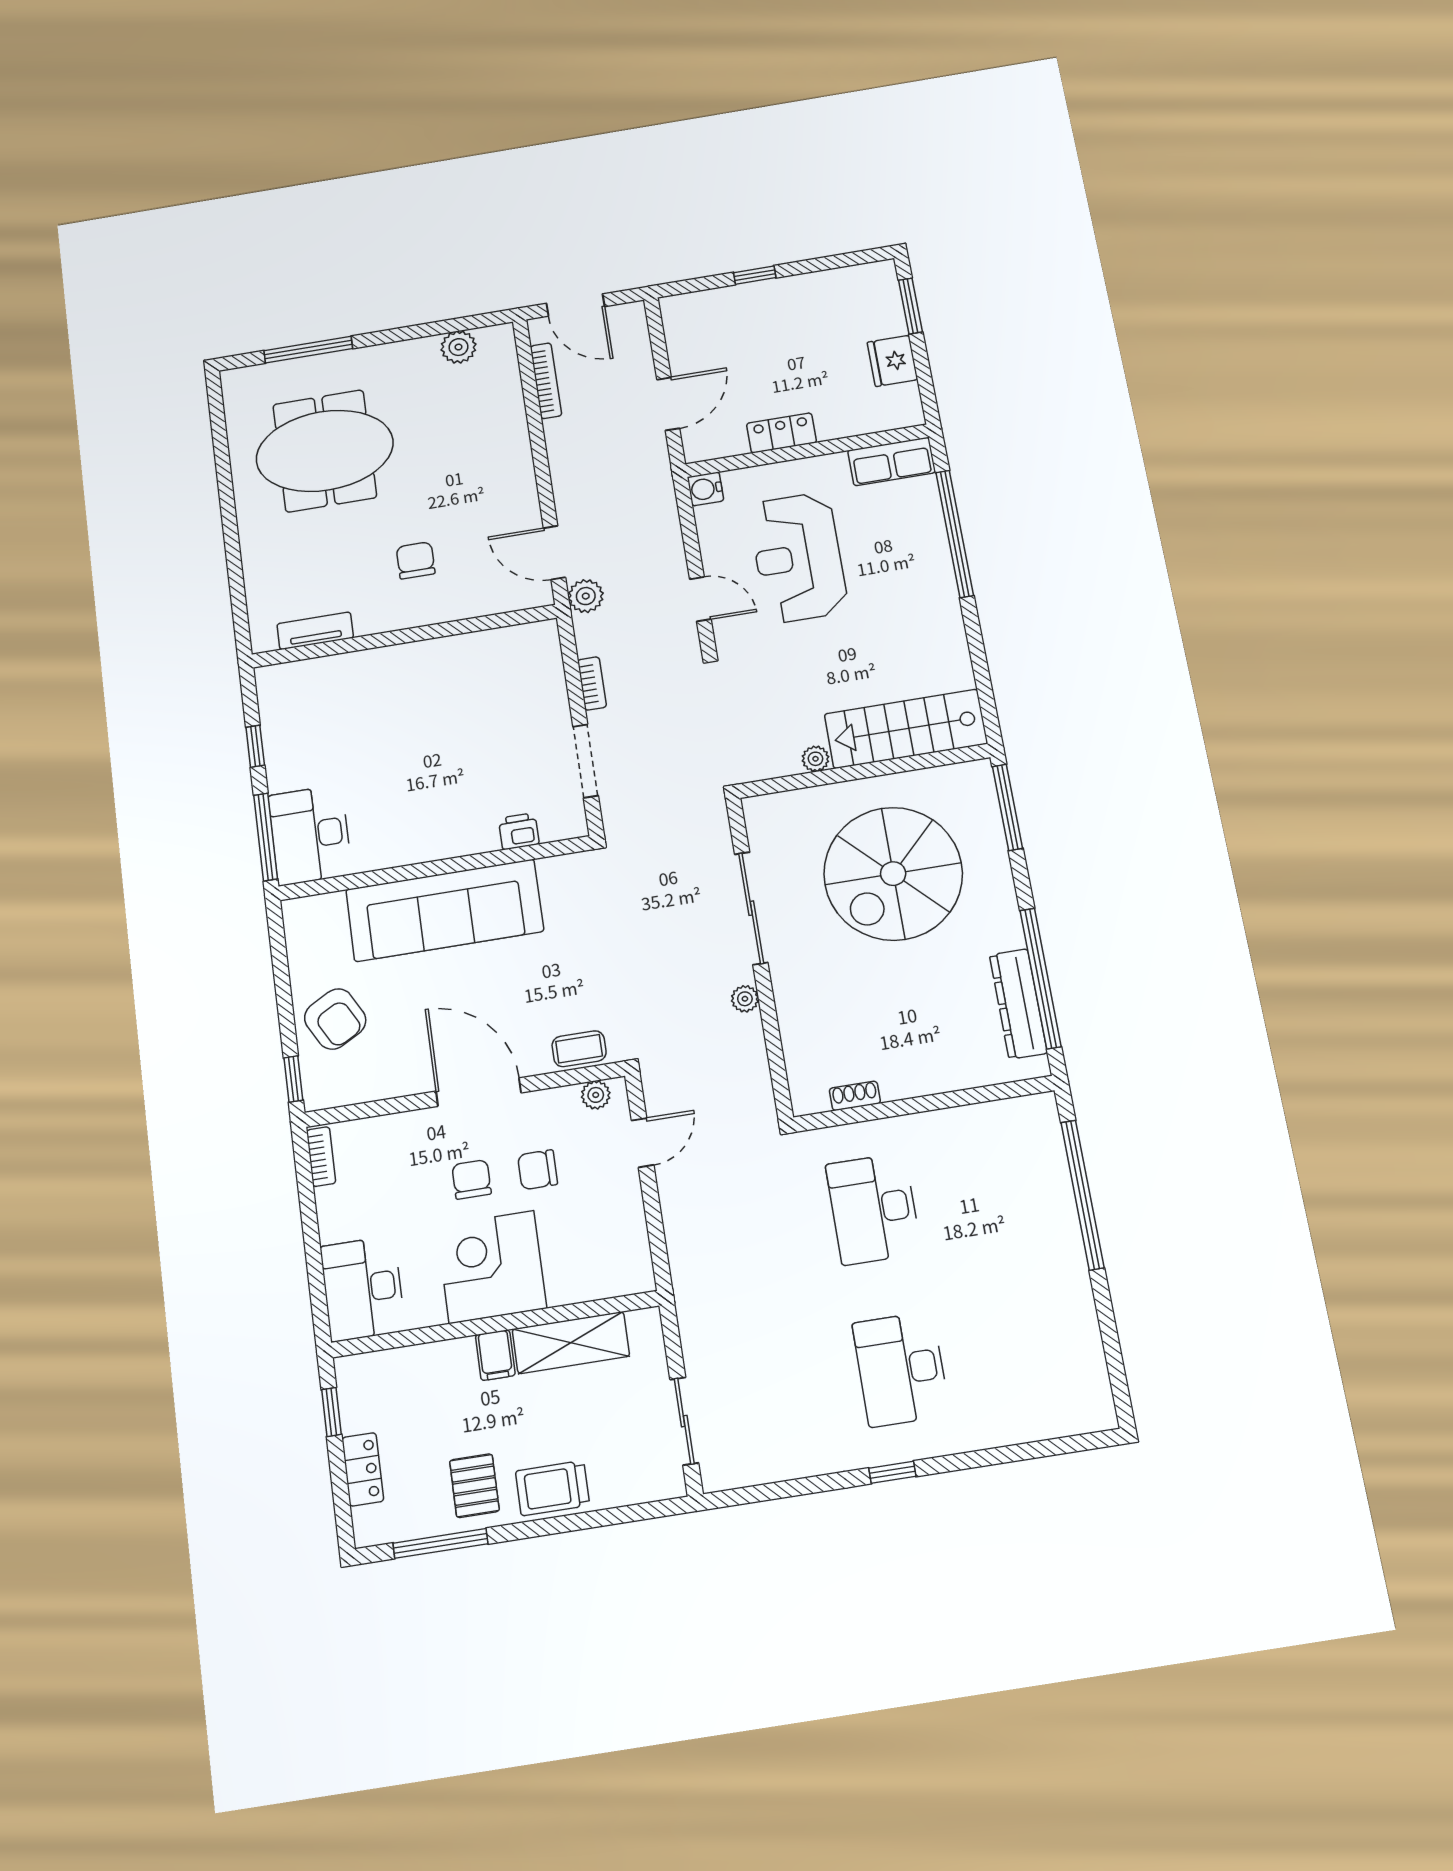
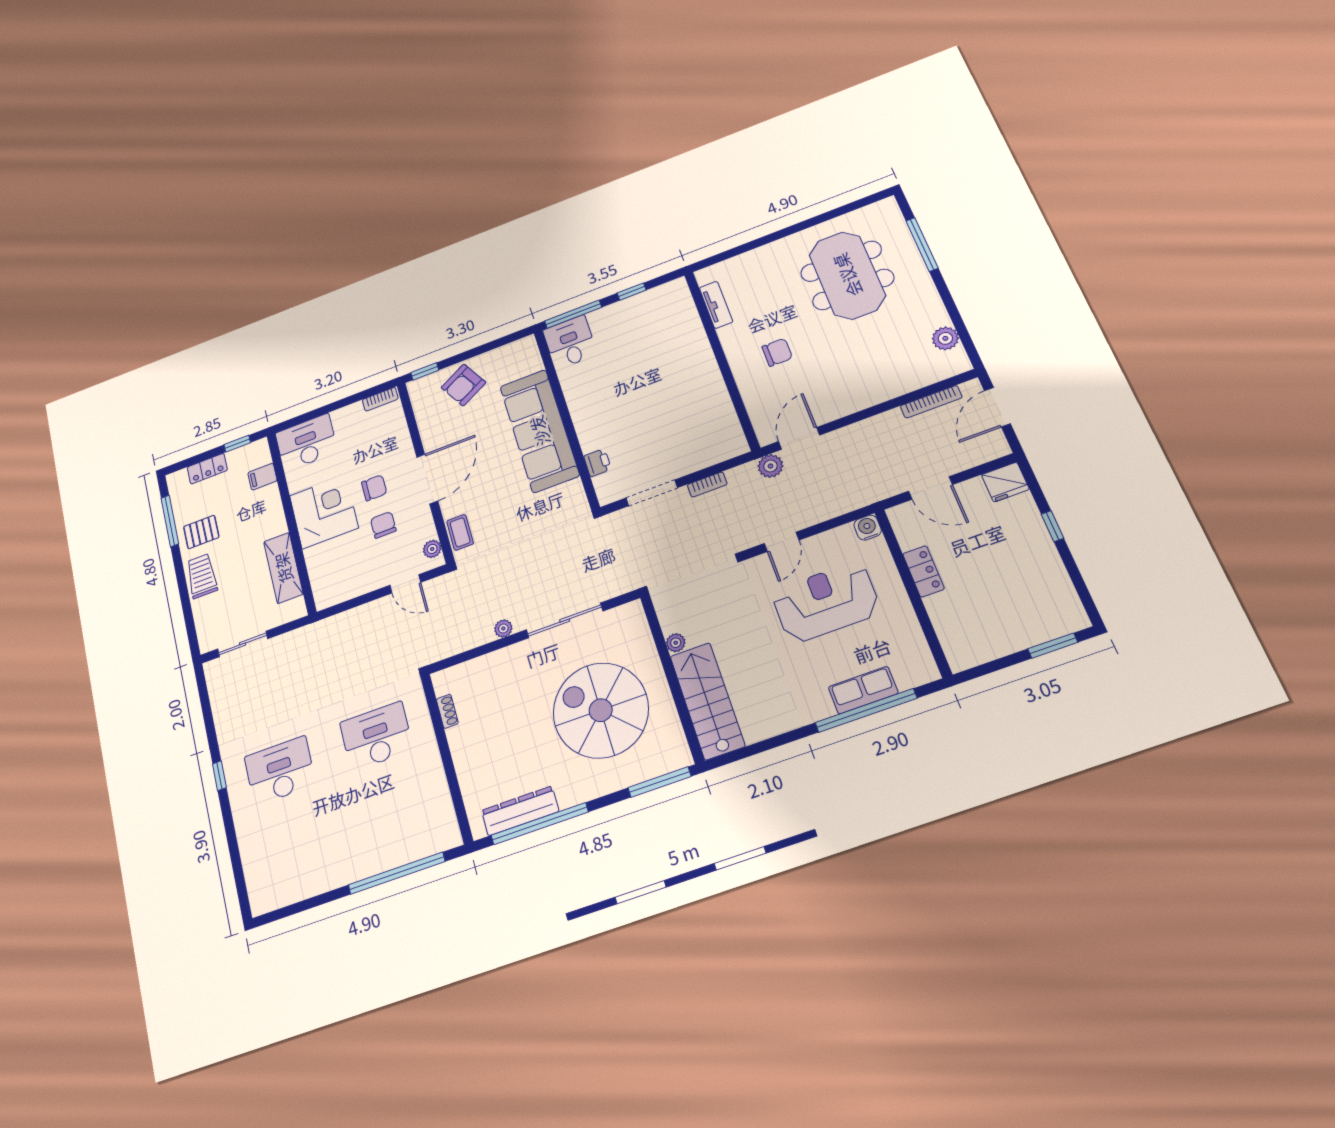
fridge: (892, 361) -> (1005, 482), moved, turned 180
row of seats: (892, 461) -> (863, 690), moved, turned 90
desk: (310, 835) -> (570, 342), width x0.73
filing cabinet: (495, 1355) -> (262, 477), moved

